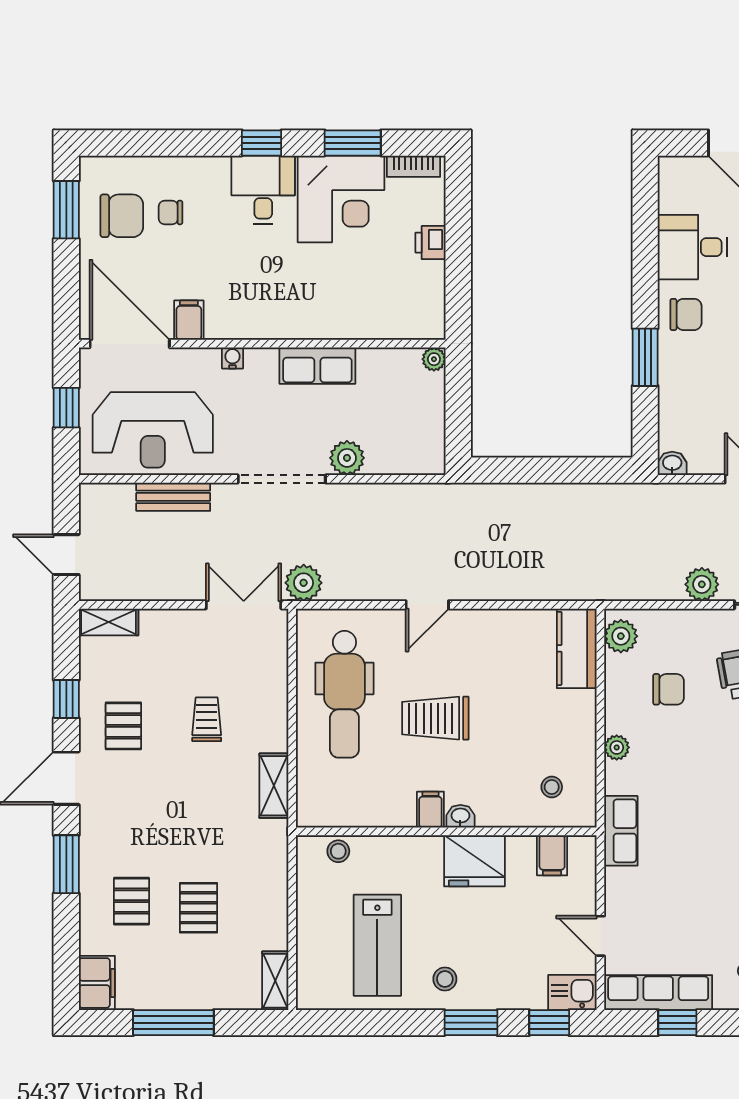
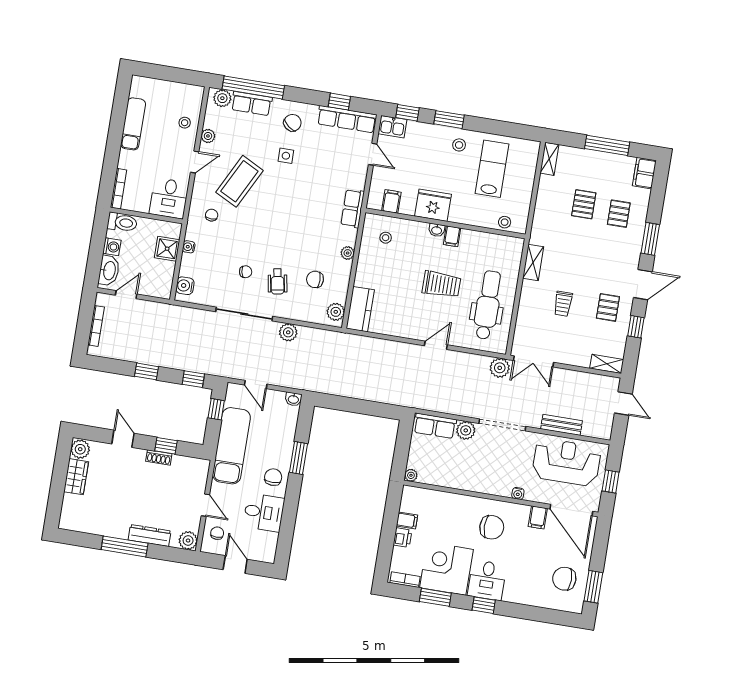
chair: (170, 212) -> (492, 527), moved, width x1.87, depth x1.87
filing cabinet: (428, 275) -> (407, 520), added
chair: (686, 314) -> (273, 477), turned 90
row of seats: (317, 366) -> (435, 426), moved, turned 180

